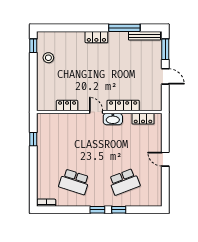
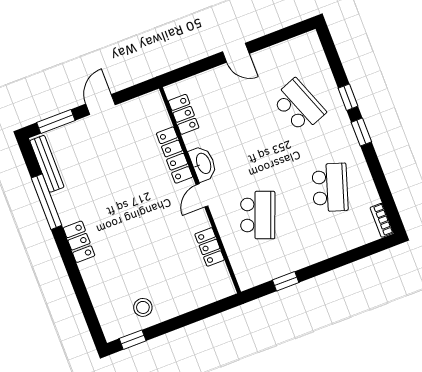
school desk: (74, 138) -> (258, 215), added
door: (165, 159) -> (236, 53), hinge flipped

